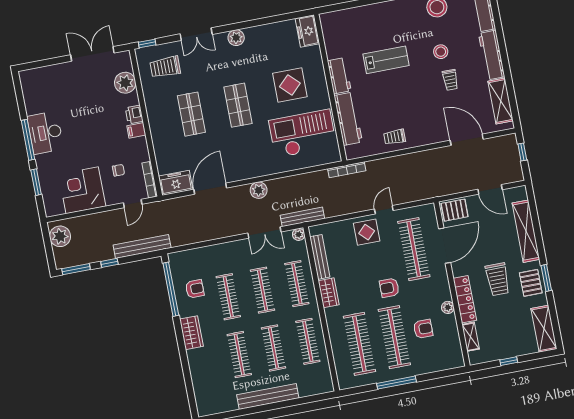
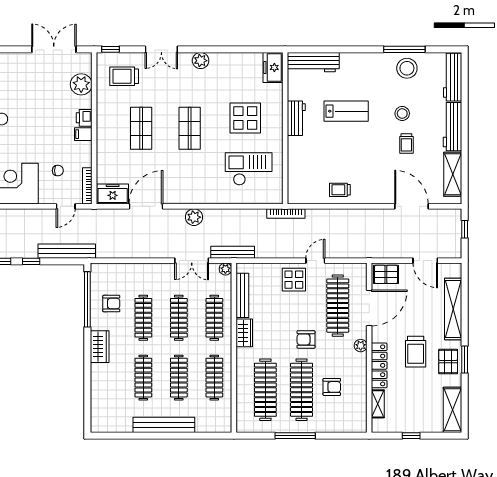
workbench: (348, 119) -> (313, 62), moved, turned 90
checkout: (303, 134) -> (249, 169), width x0.73, depth x0.83
plant: (448, 307) -> (361, 346), moved

